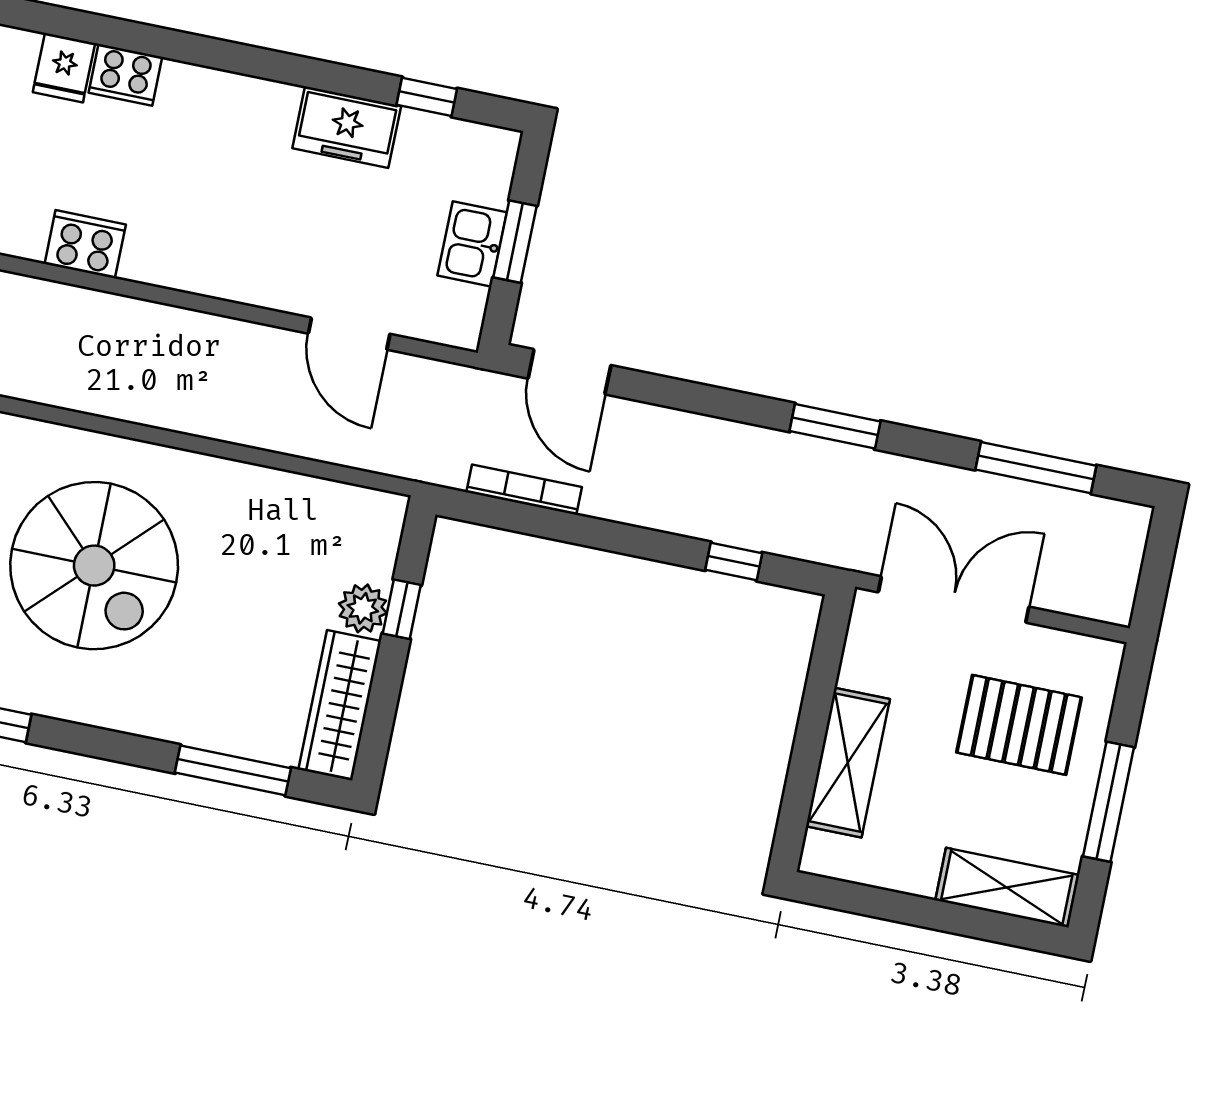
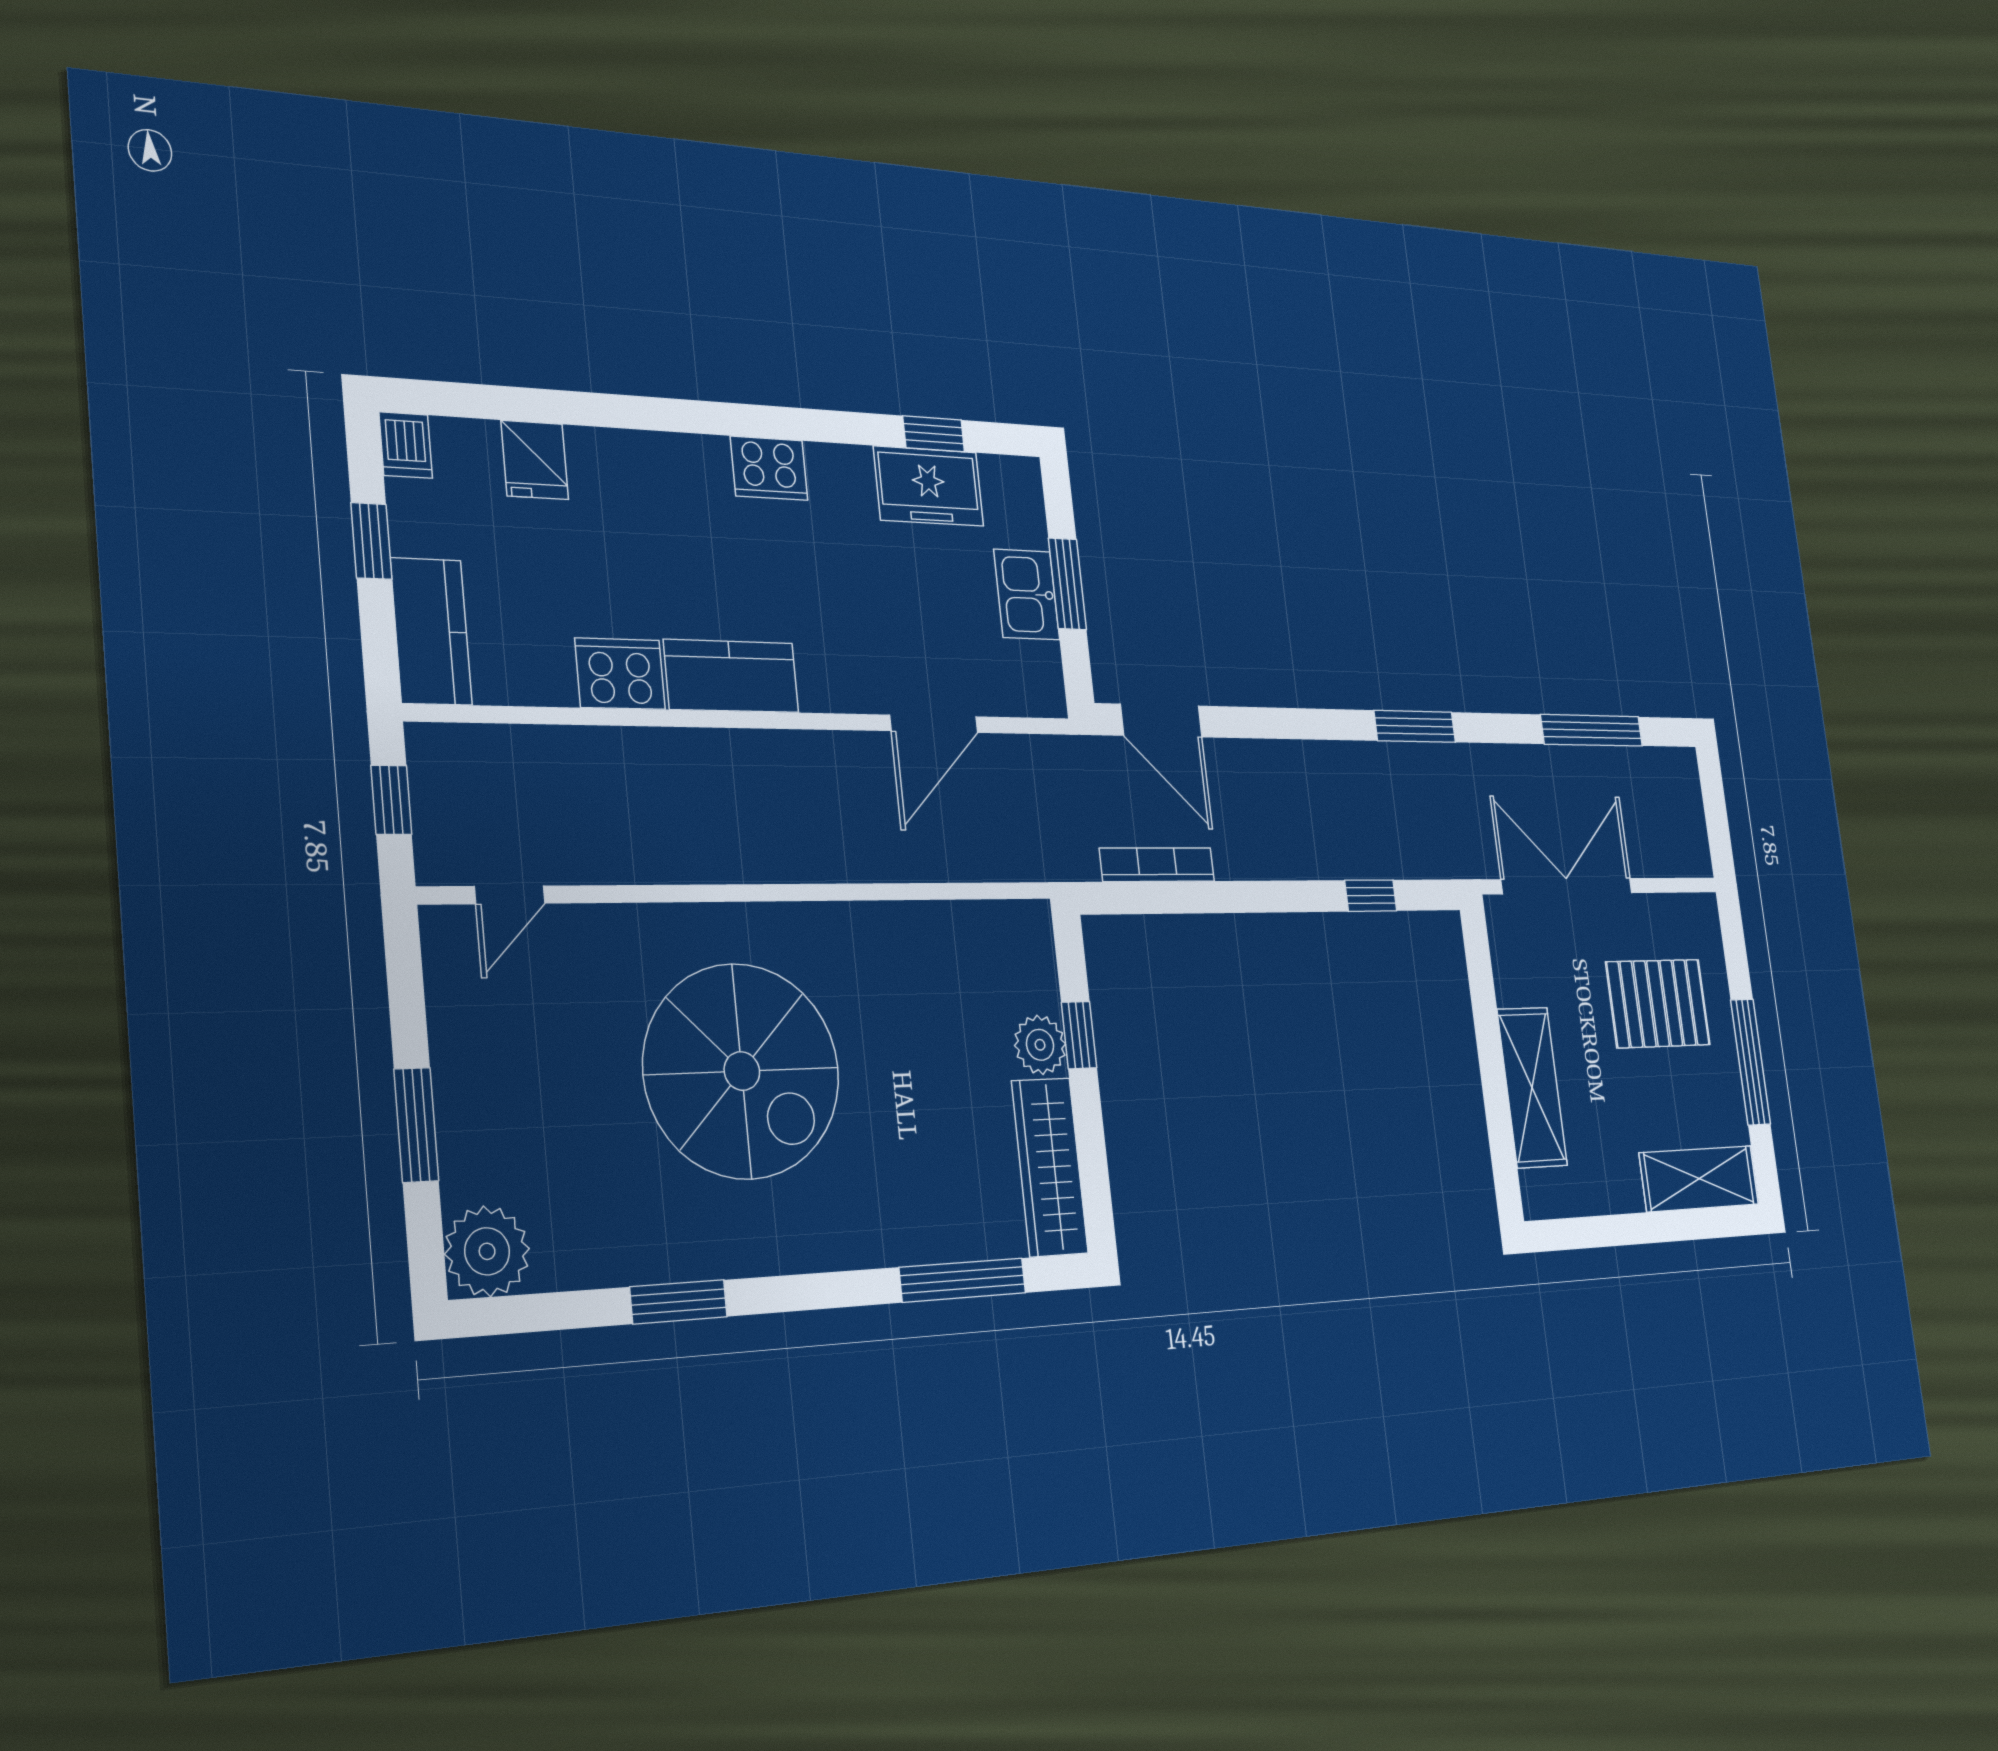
cooker: (125, 75) -> (769, 468), moved
freezer: (347, 127) -> (929, 486), moved
kitchen counter: (180, 263) -> (731, 676), added
door: (349, 334) -> (934, 724), hinge flipped

